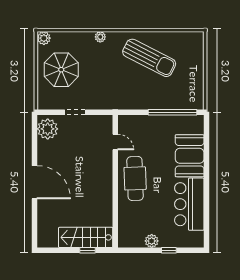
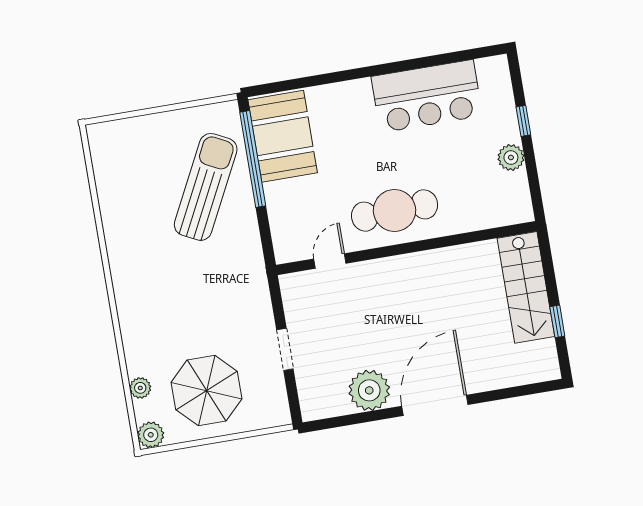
plant: (100, 37) -> (140, 388), moved
sun lounger: (149, 58) -> (206, 187), moved
plant: (48, 129) -> (369, 390), moved
booth: (190, 156) -> (283, 136), moved, turned 90
window: (88, 250) -> (557, 321), moved

